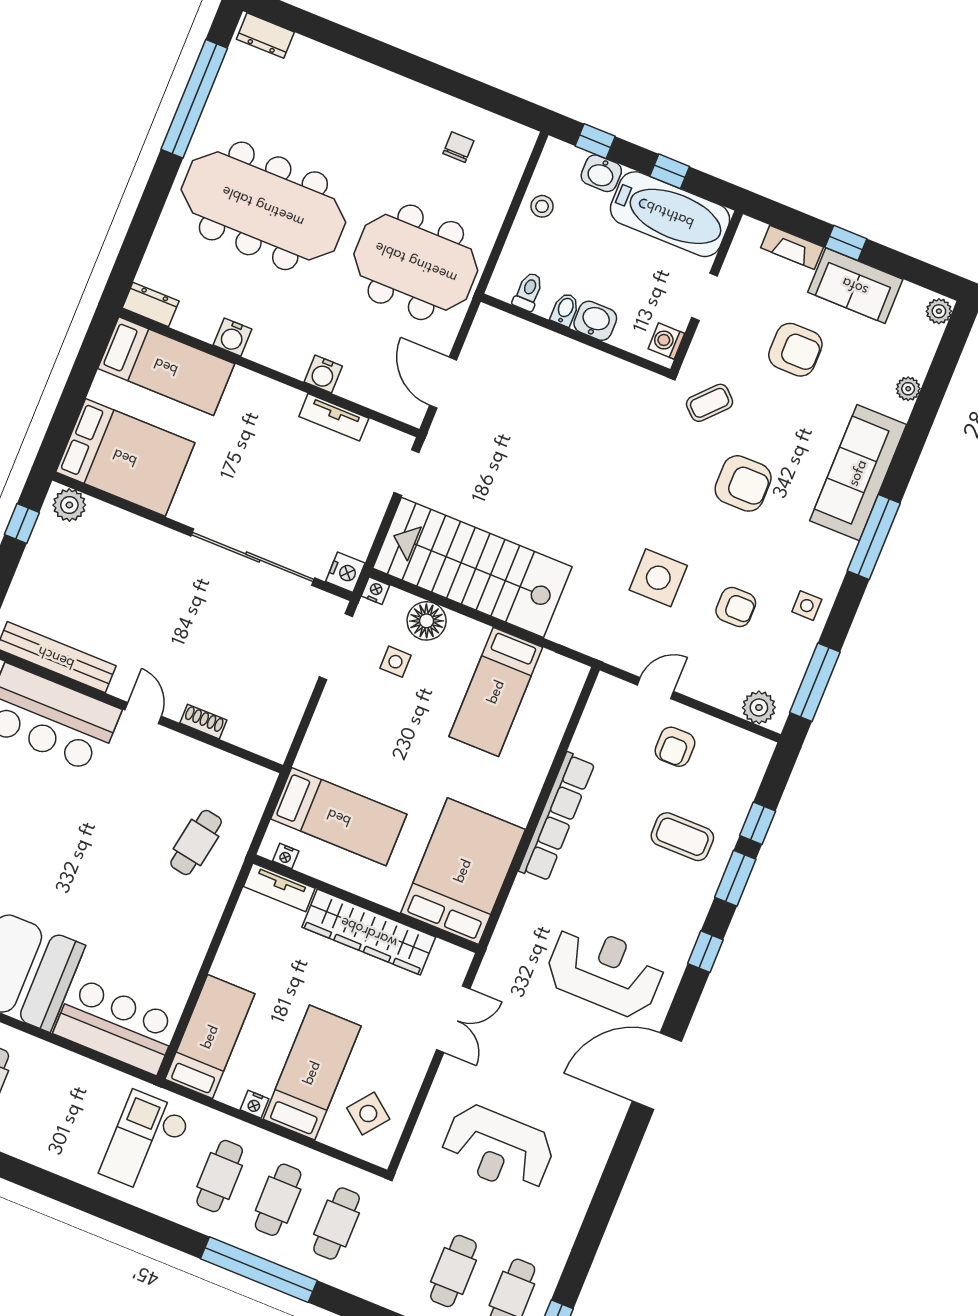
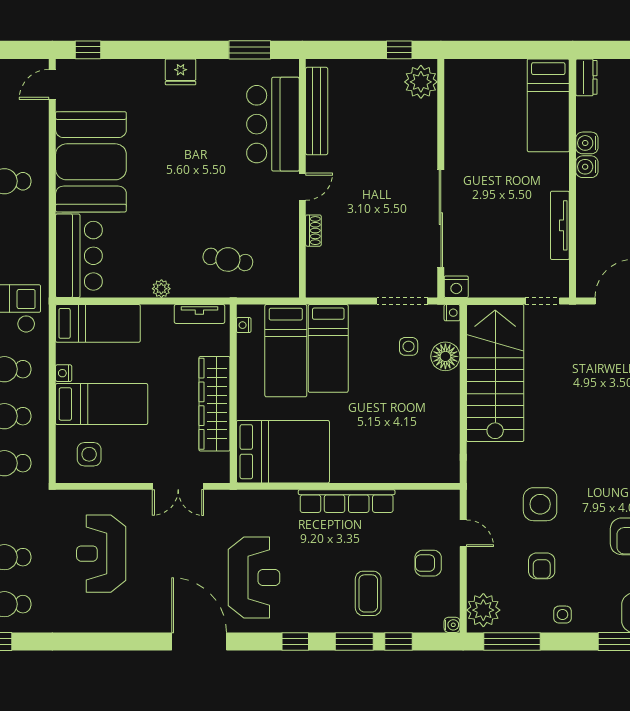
water cooler: (323, 374) -> (587, 167), moved
tv unit: (334, 417) -> (560, 225), width x1.41
bed: (125, 457) -> (474, 103), removed
plant: (69, 505) -> (421, 82), width x1.36, depth x1.36
bed: (496, 692) -> (328, 348), moved, turned -90
plant: (759, 707) -> (483, 610), width x1.36, depth x1.36
water cooler: (764, 748) -> (452, 625), added
tv unit: (279, 887) -> (199, 314), moved, turned -90
plant: (199, 940) -> (161, 289), added
side table: (368, 1114) -> (89, 454), turned -38

